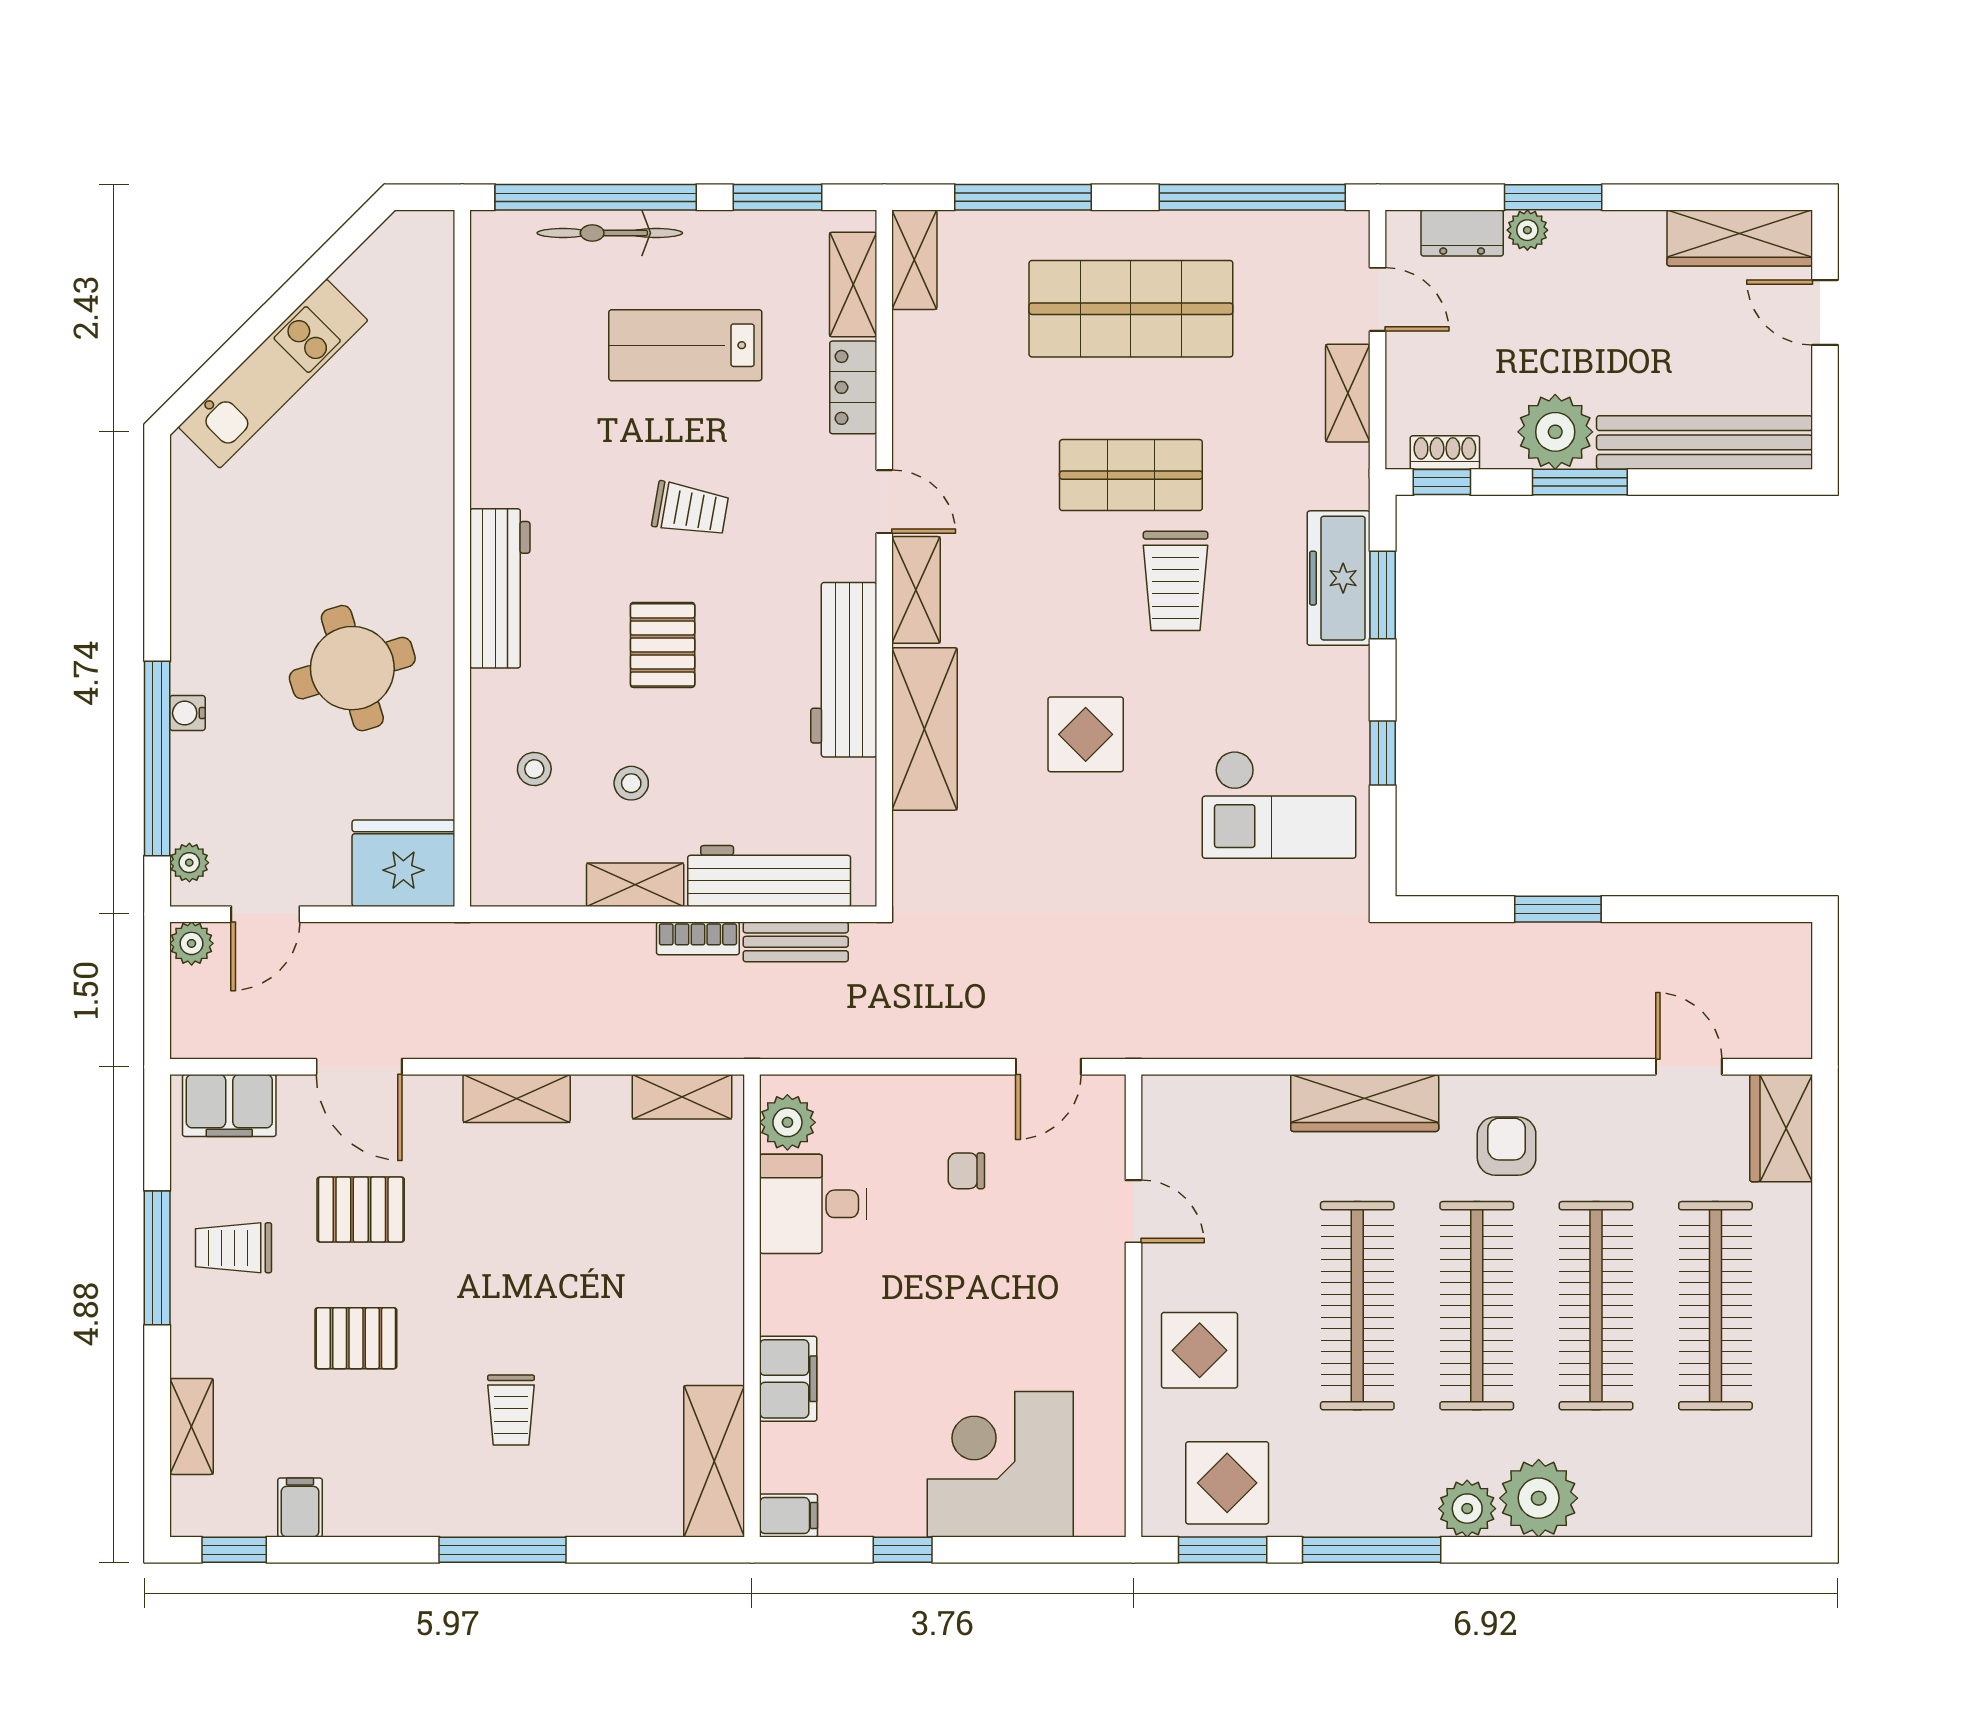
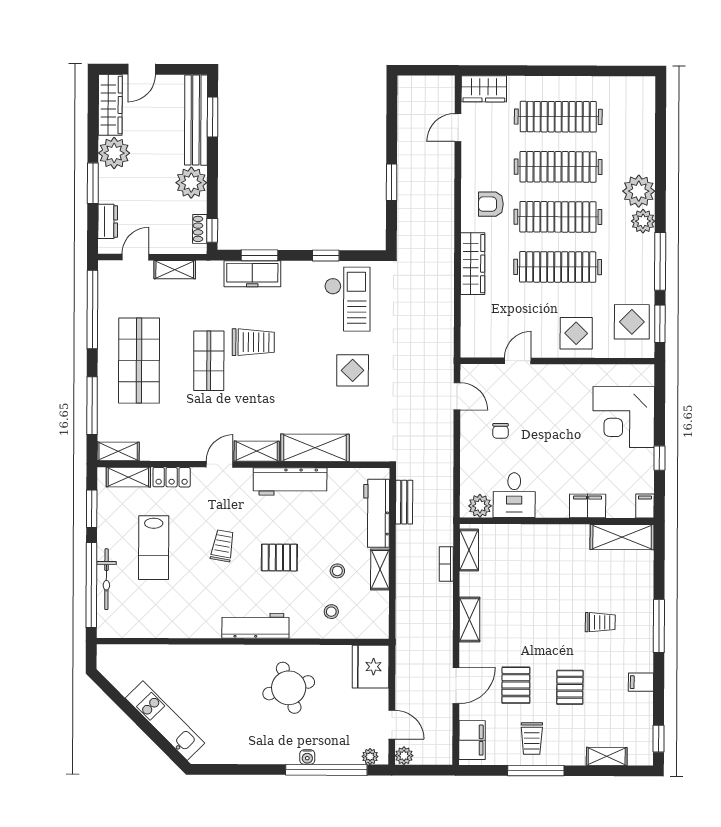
plant: (1527, 230) -> (114, 153), moved, width x1.88, depth x1.88
window: (1580, 482) -> (213, 117), moved
display table: (1086, 734) -> (353, 370), moved
bookcase: (698, 938) -> (446, 564), moved, turned 180
filing cabinet: (300, 1507) -> (641, 682), moved

